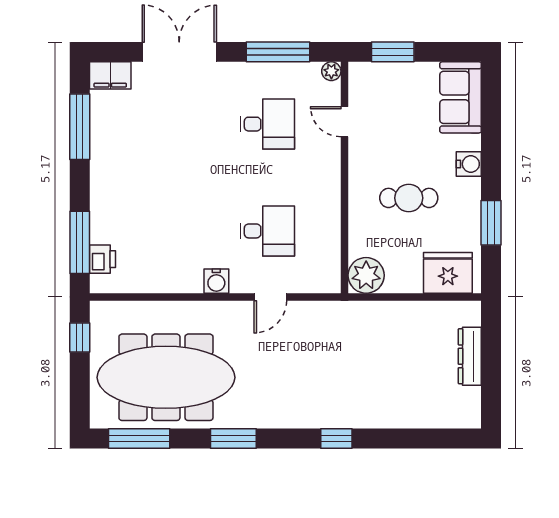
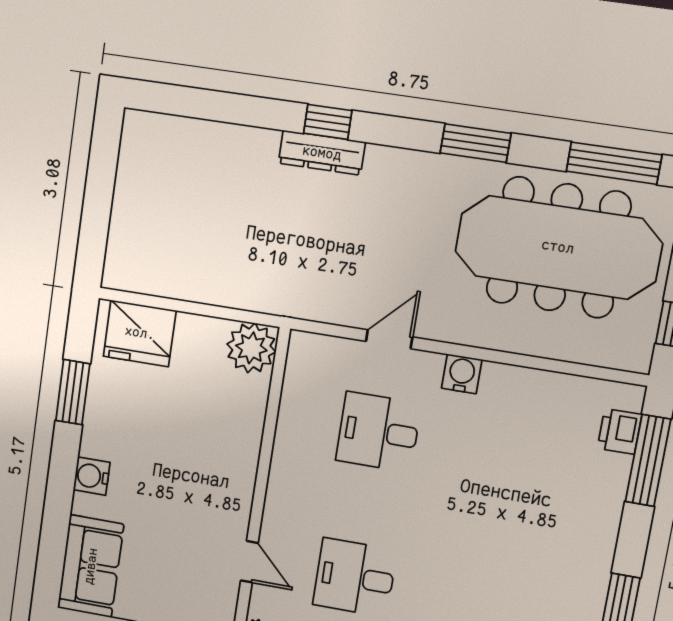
cafe table: (409, 198) -> (178, 444), removed
dresser: (470, 356) -> (322, 153), moved, turned 90

